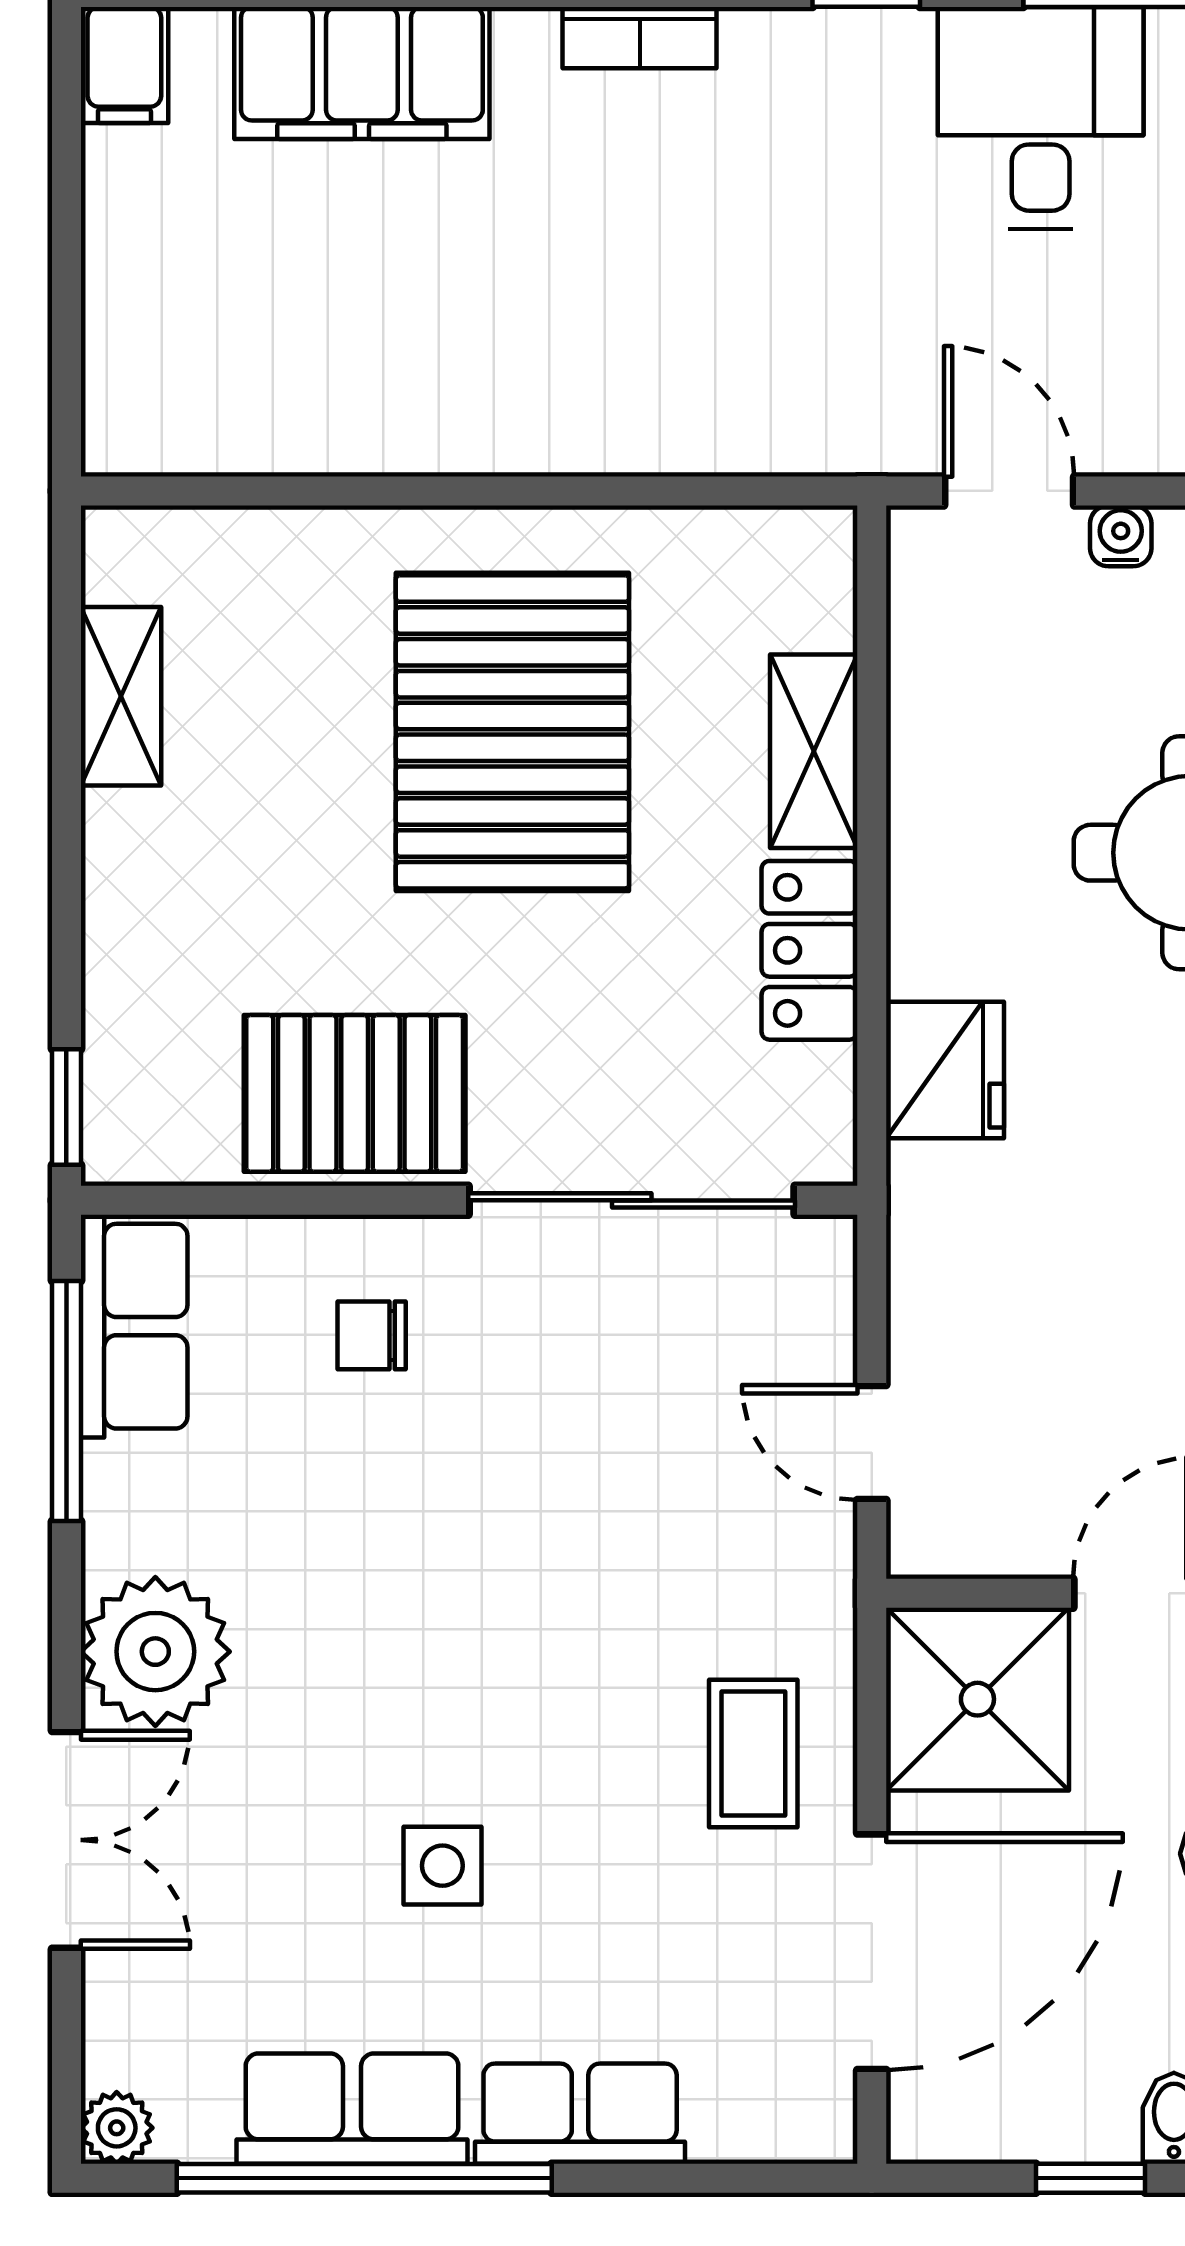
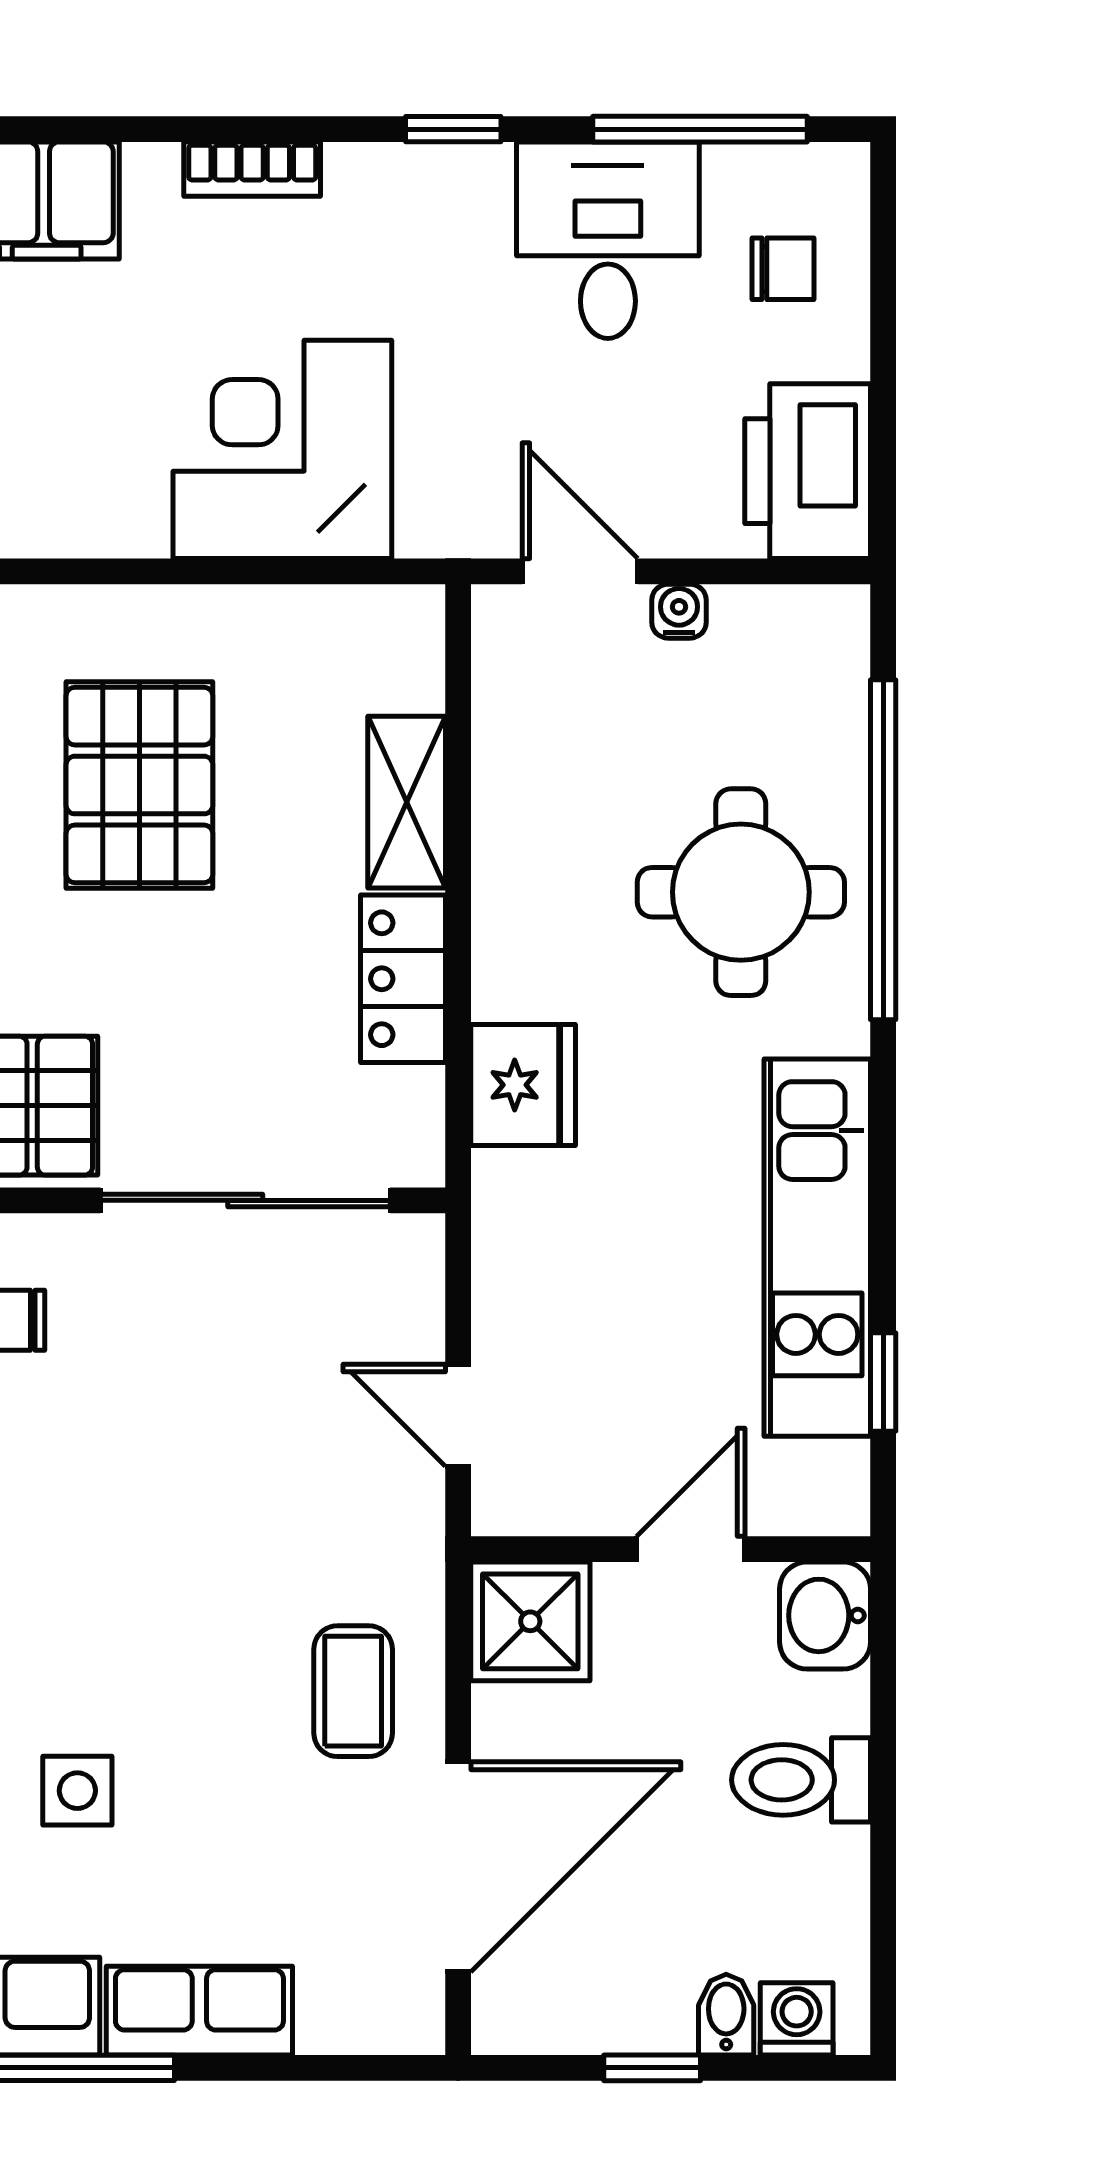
corner desk: (674, 353) -> (282, 449), added
pallet: (512, 732) -> (139, 785), width x0.73, depth x0.71
shower: (977, 1699) -> (530, 1621), width x0.73, depth x0.73

